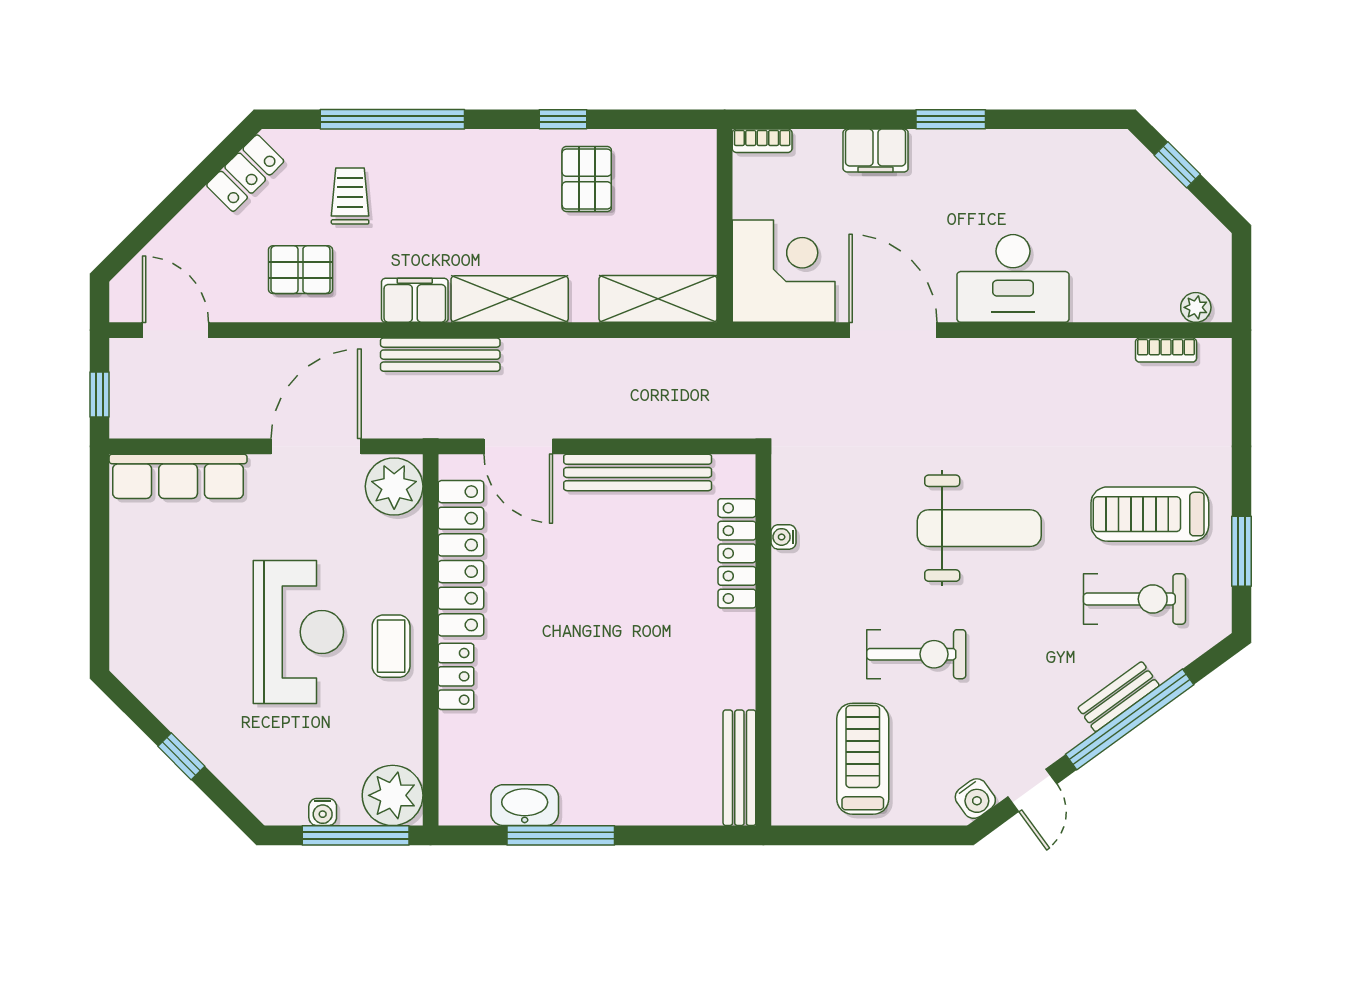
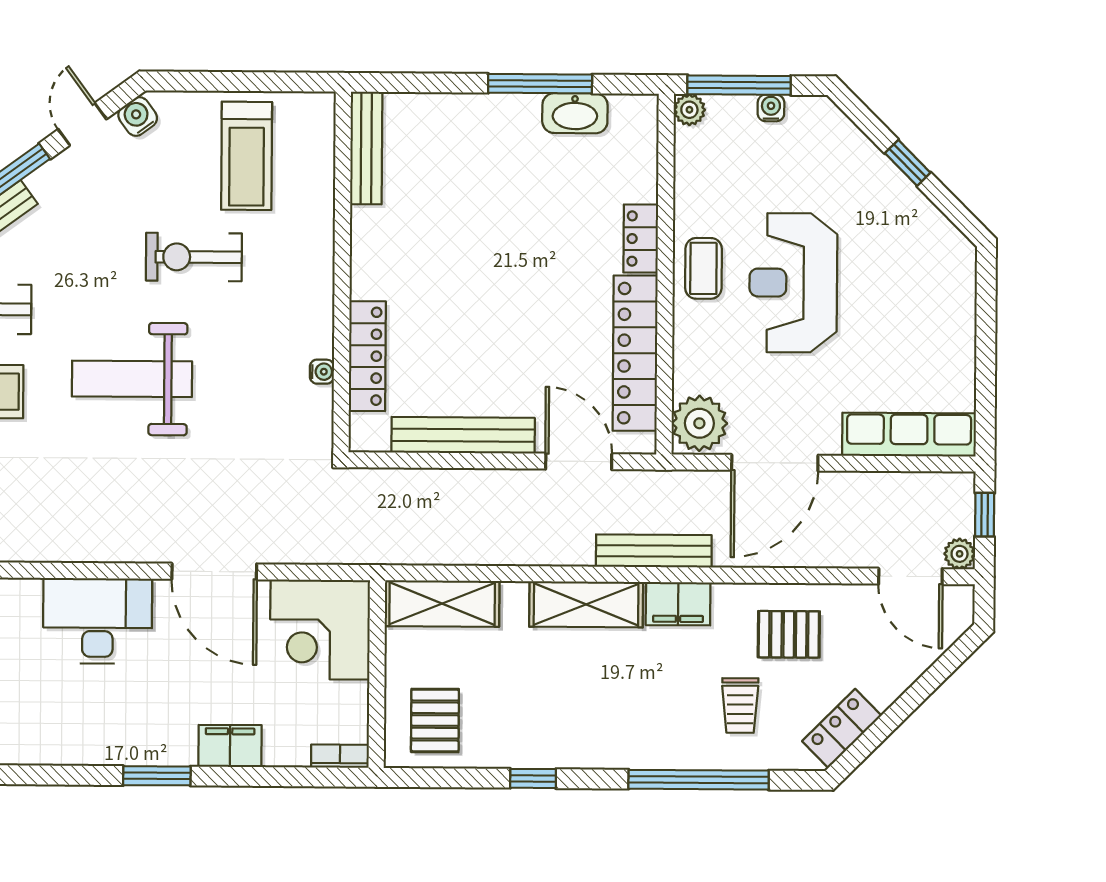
pallet: (587, 179) -> (435, 721), moved
plant: (125, 354) -> (960, 554), added
plant: (393, 795) -> (689, 110), width x0.53, depth x0.53

